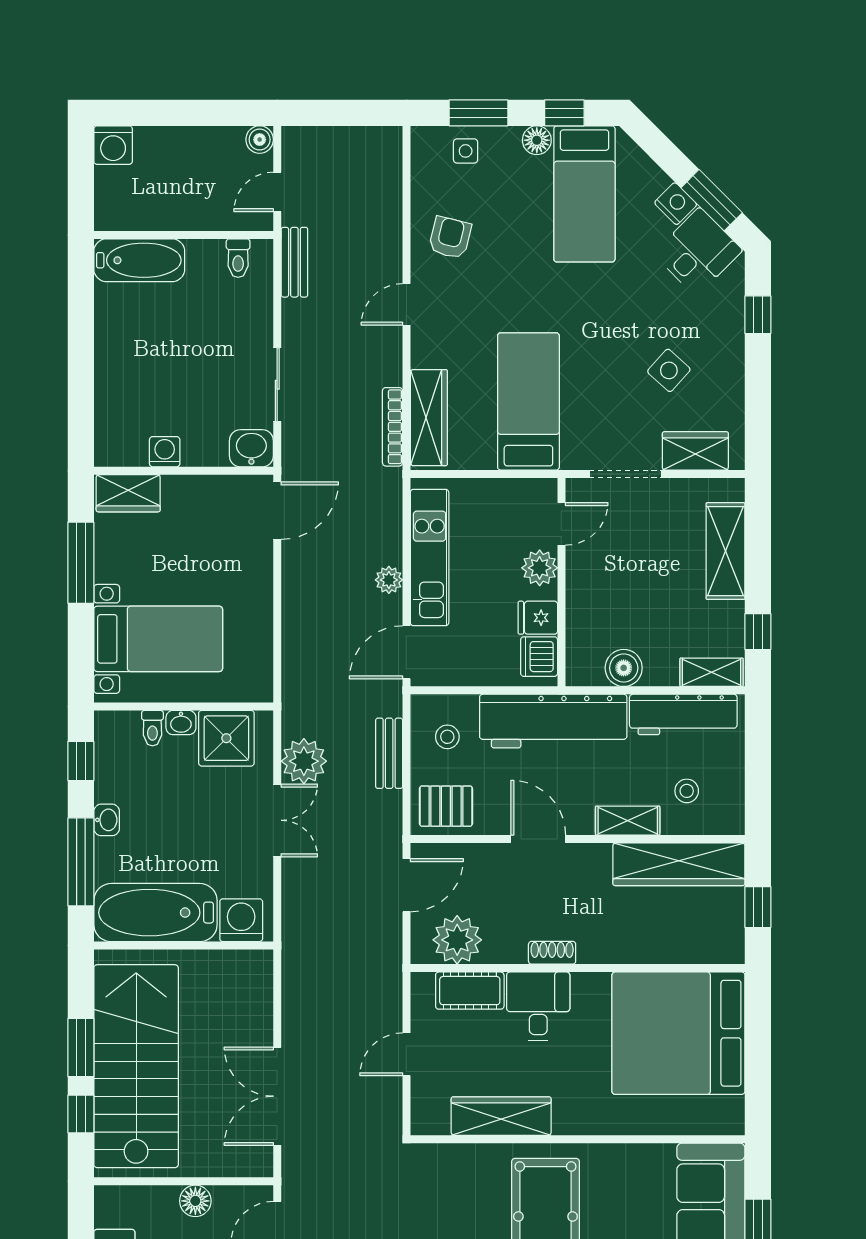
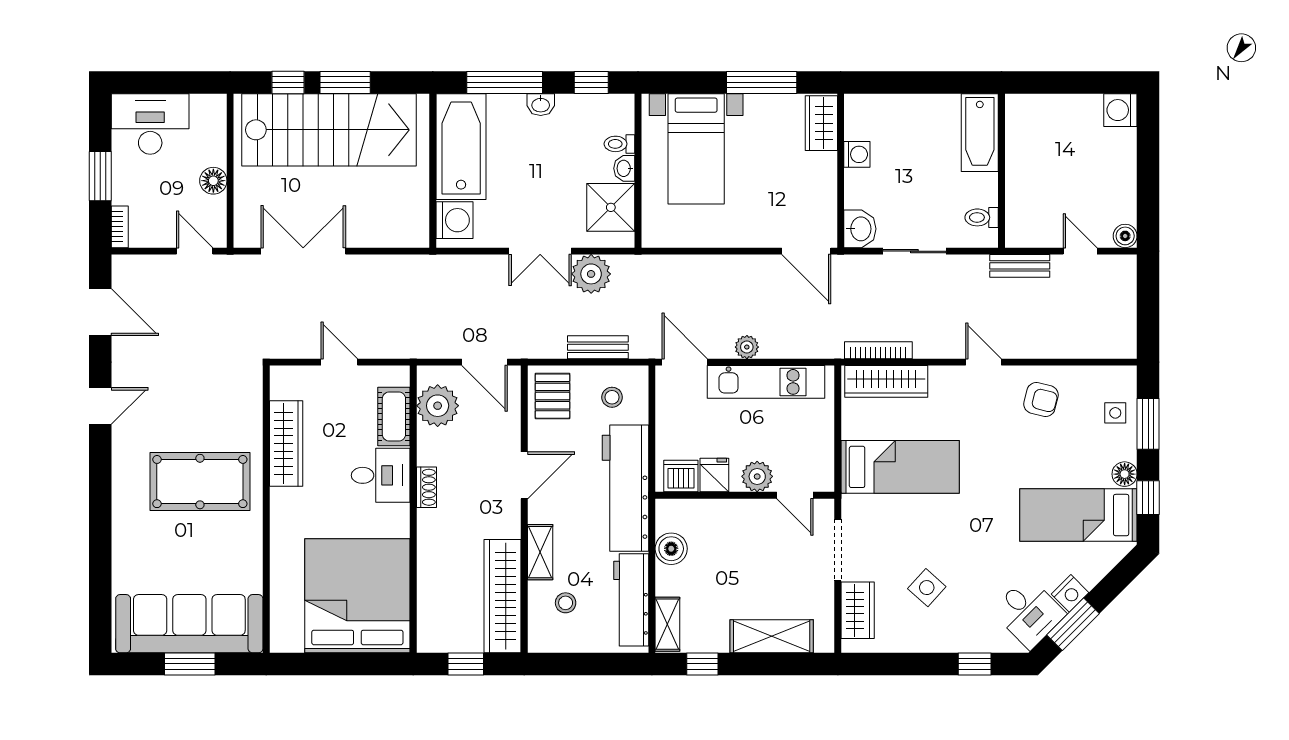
wall: (184, 235) -> (1002, 171), moved
toilet: (238, 258) -> (982, 217), moved
bathtub: (139, 260) -> (980, 133), moved

